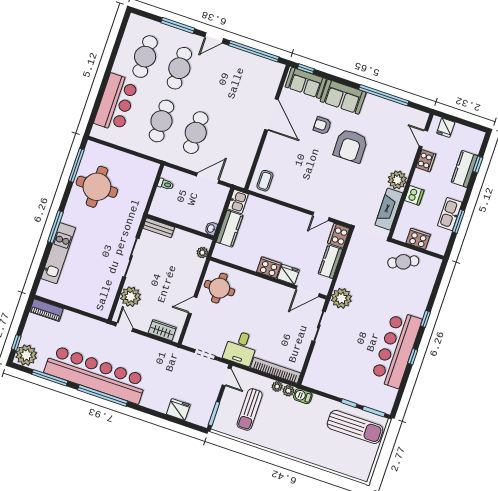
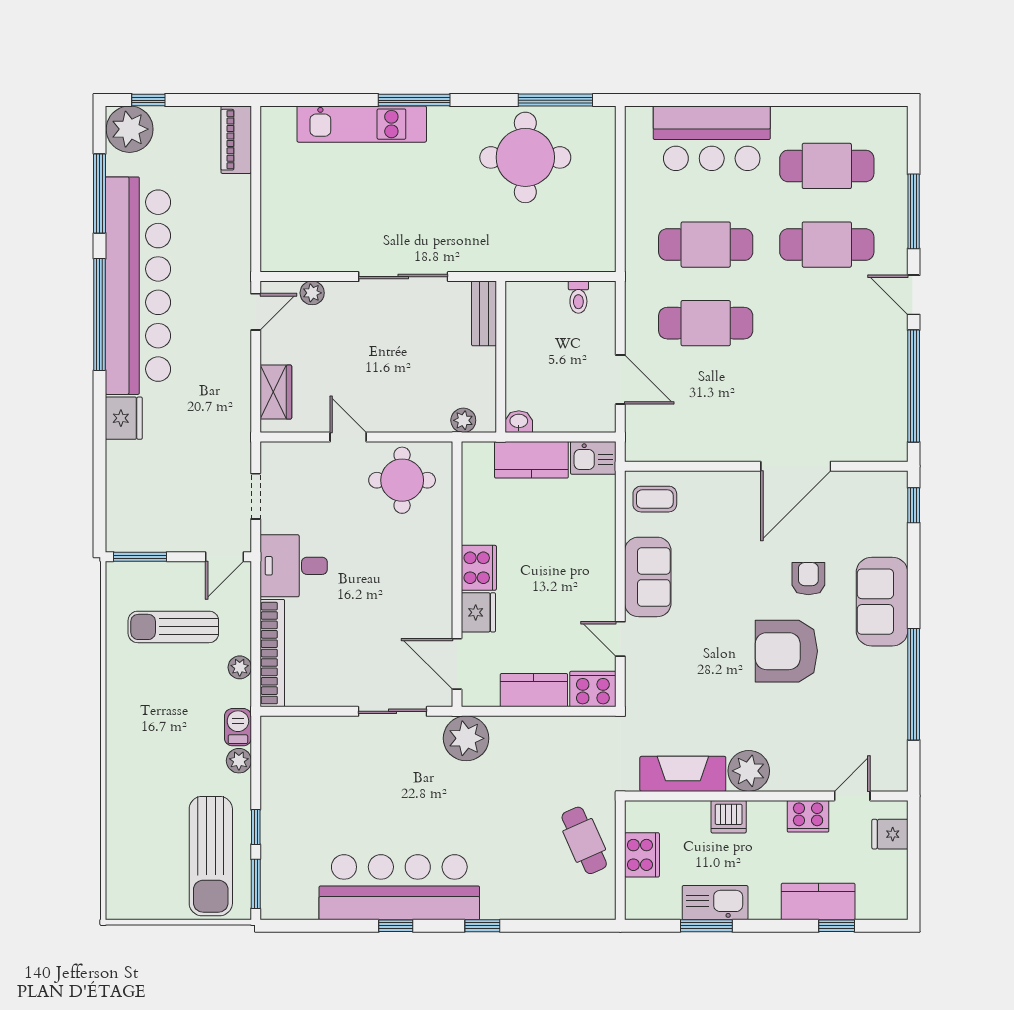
sofa: (306, 83) -> (648, 577), moved, turned 180
plant: (131, 297) -> (312, 293), width x0.53, depth x0.53
plant: (288, 391) -> (239, 761), moved
fridge: (178, 409) -> (124, 418), moved

